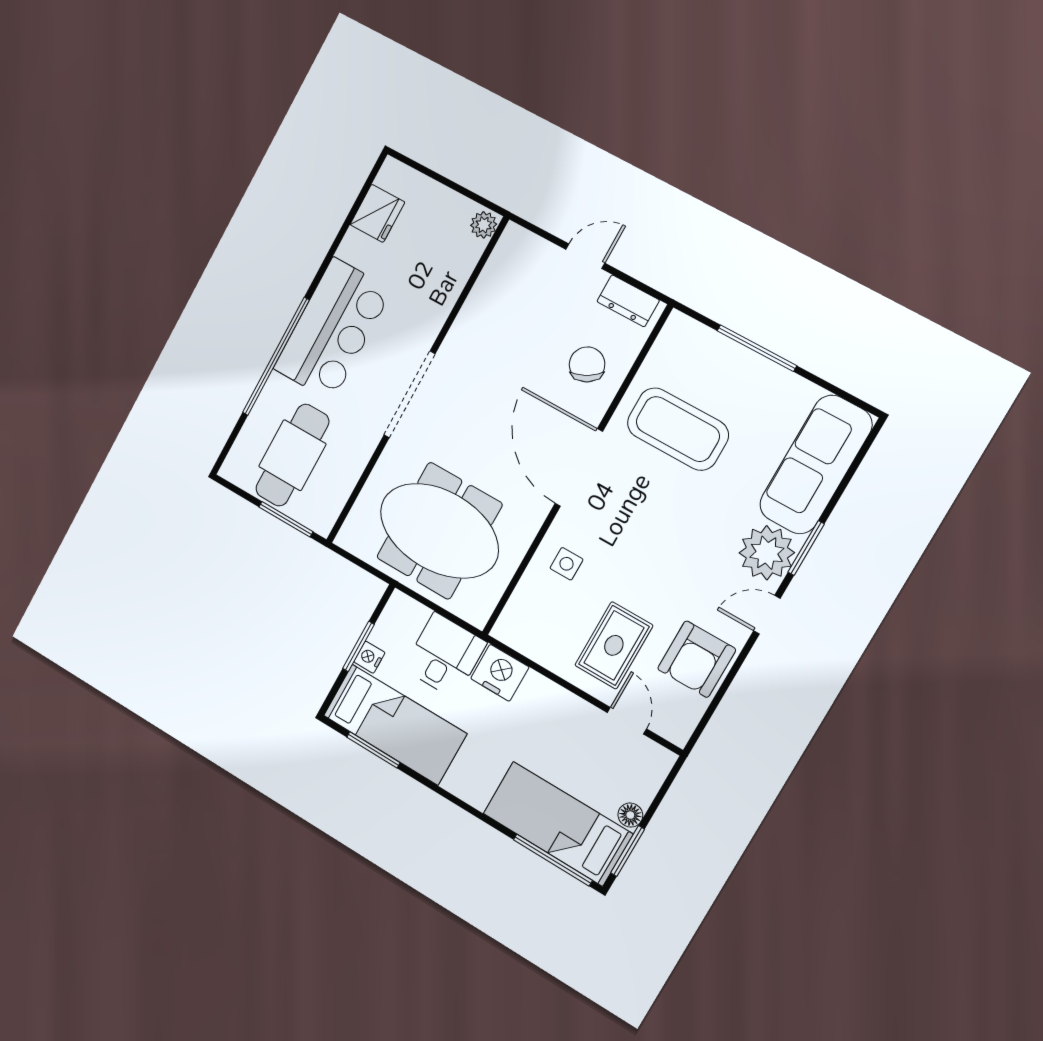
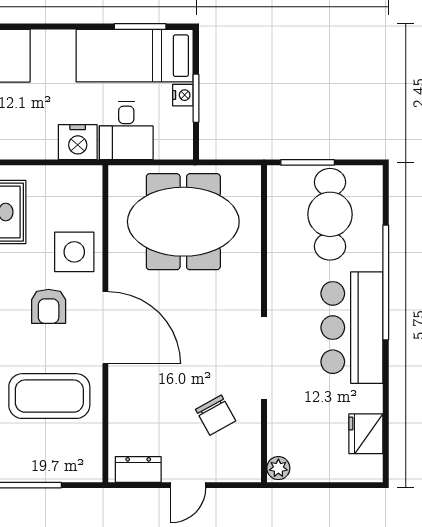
chair: (587, 364) -> (216, 415), moved
doorway: (410, 394) -> (264, 358), moved
armchair: (625, 523) -> (49, 306), added
side table: (567, 564) -> (74, 252), width x1.87, depth x1.87

